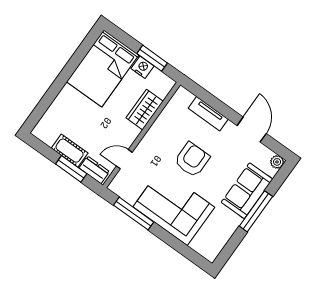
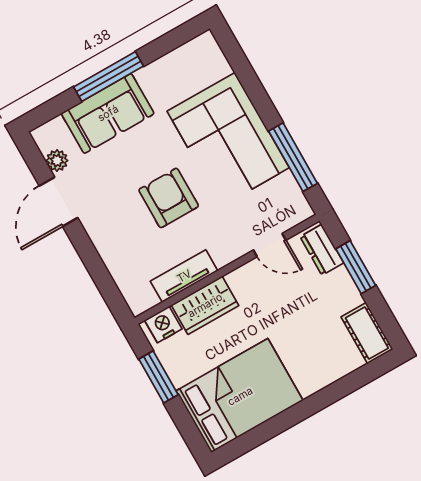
nightstand: (142, 67) -> (163, 325), moved, turned 90
tv unit: (208, 114) -> (184, 276), moved, turned -90
cot: (70, 151) -> (367, 333), moved
armchair: (192, 160) -> (169, 198), turned 90
plant: (277, 162) -> (57, 161), moved

